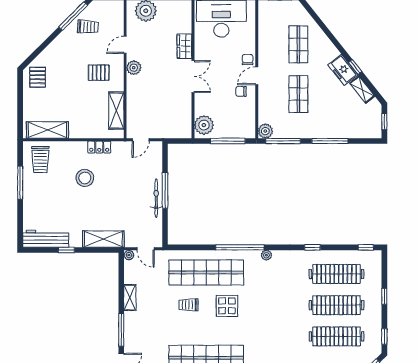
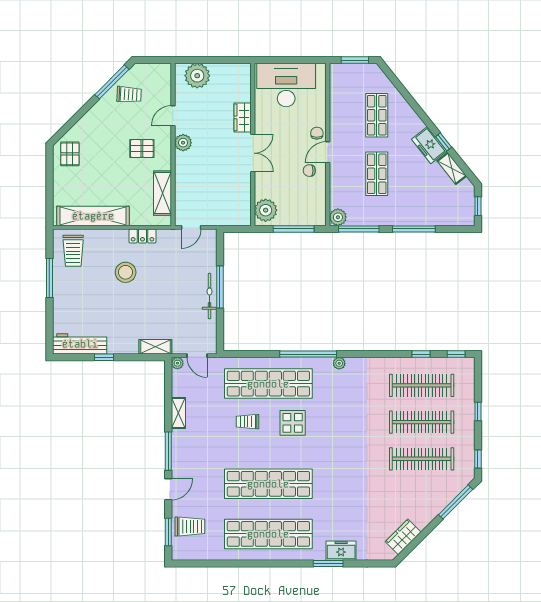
shelving: (47, 130) -> (93, 216), width x1.47
shelving: (103, 239) -> (155, 347), width x0.67, depth x0.75
window: (312, 247) -> (421, 354), moved

